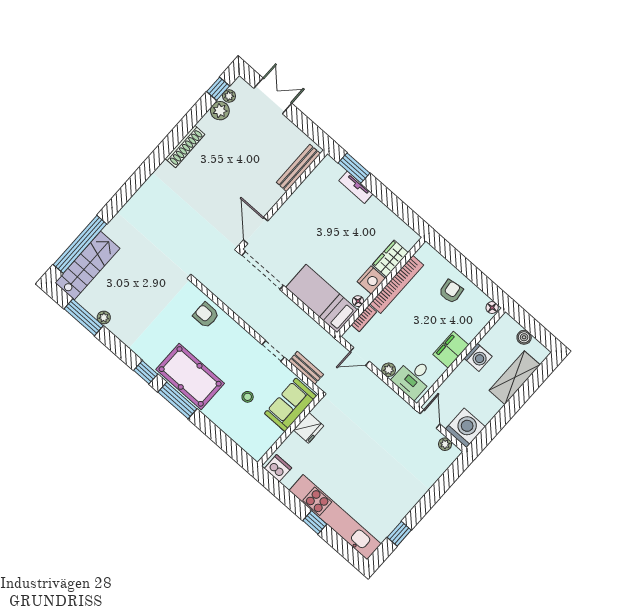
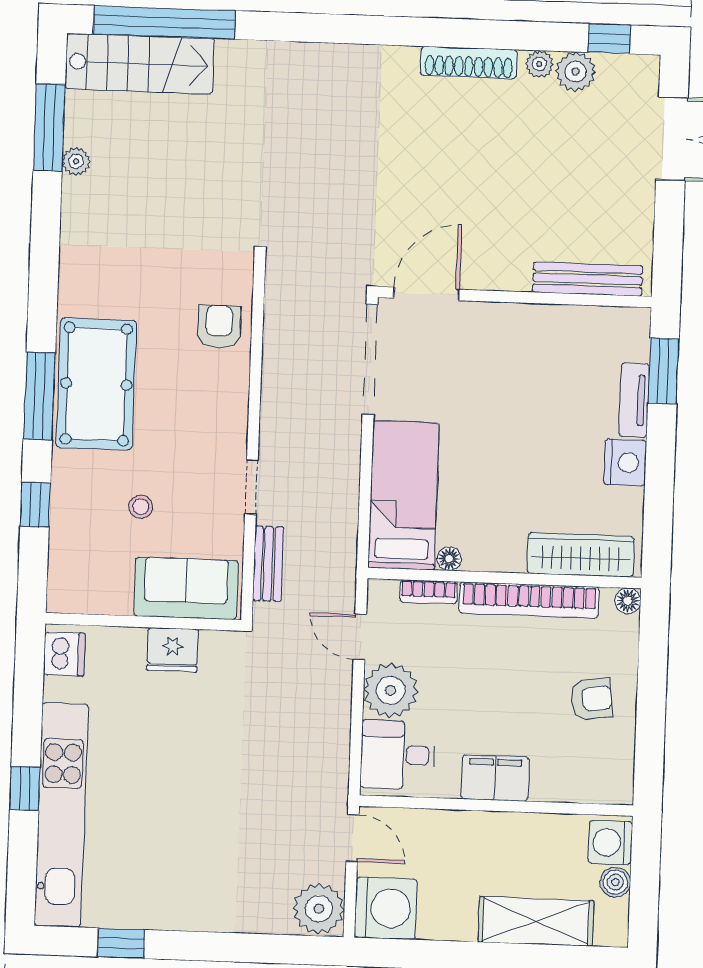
plant: (229, 96) -> (539, 64), moved
wardrobe: (390, 259) -> (581, 555), width x1.50
nightstand: (371, 280) -> (625, 462), moved, turned -90
floor lamp: (492, 308) -> (628, 601), moved
washing machine: (478, 357) -> (610, 842), moved, turned 90
plant: (389, 370) -> (391, 690), width x1.87, depth x1.87
window: (146, 372) -> (35, 505), moved
door: (430, 419) -> (352, 838), hinge flipped
plant: (445, 444) -> (319, 909), width x1.88, depth x1.88

